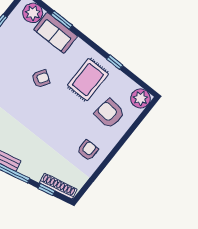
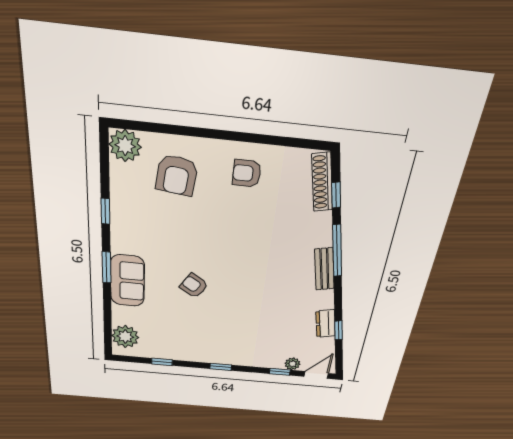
window: (62, 20) -> (106, 267), moved
sofa: (56, 33) -> (127, 281), moved
rug: (88, 80) -> (153, 231), removed

